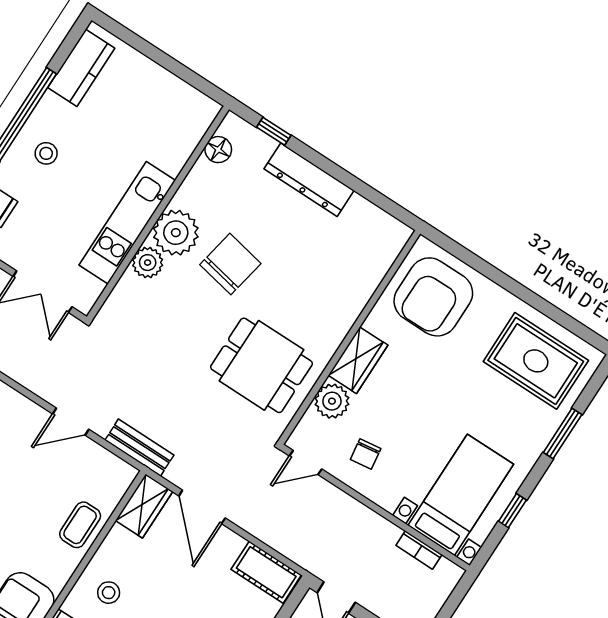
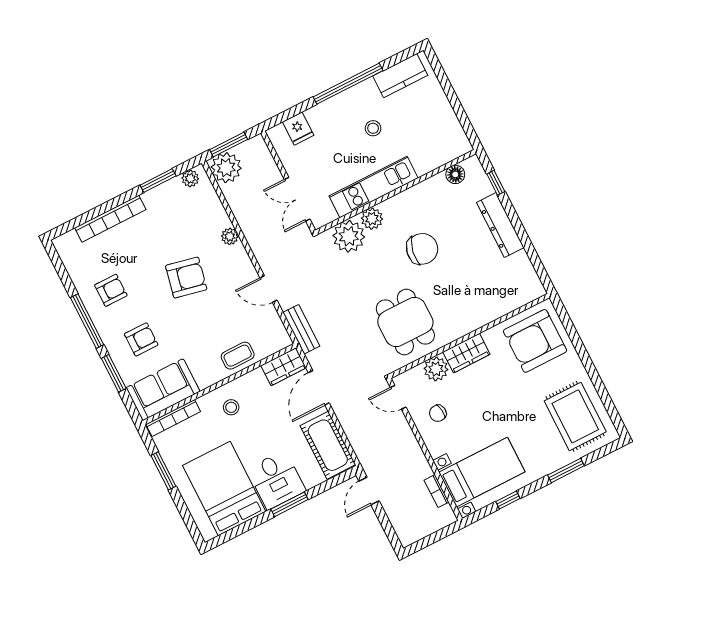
stool: (46, 153) -> (373, 128), moved
plant: (176, 233) -> (349, 236), moved
cot: (266, 572) -> (328, 445), width x1.37, depth x1.34

